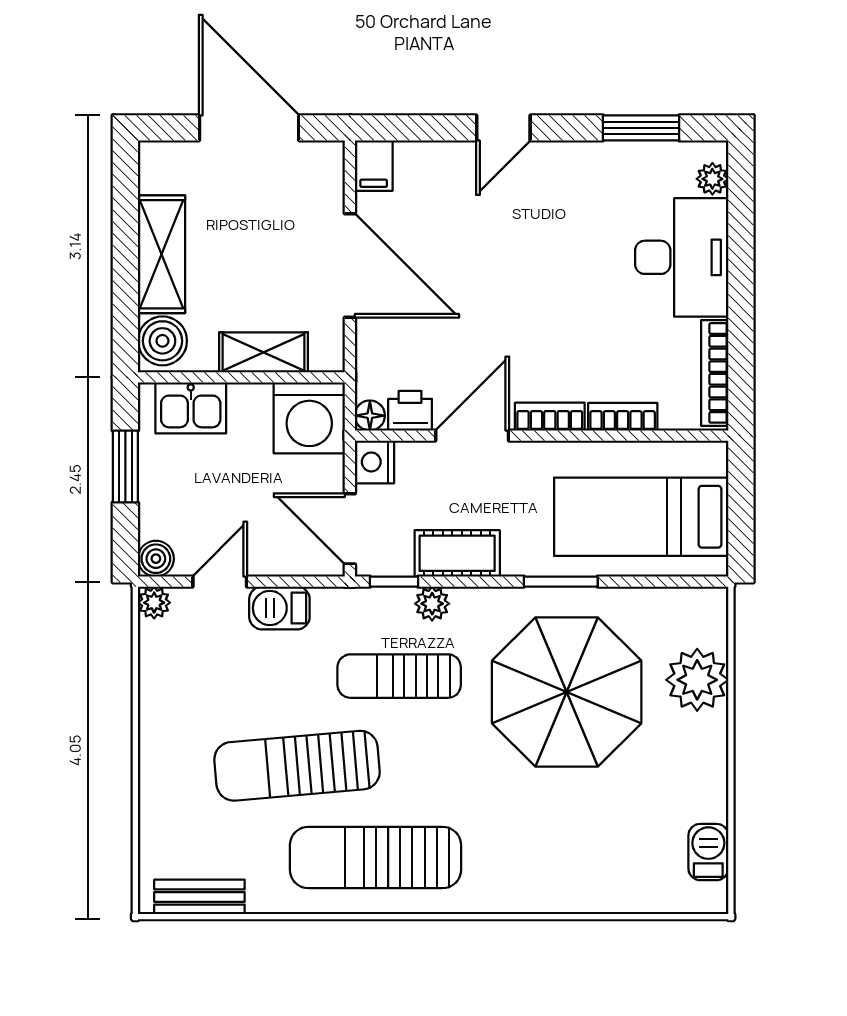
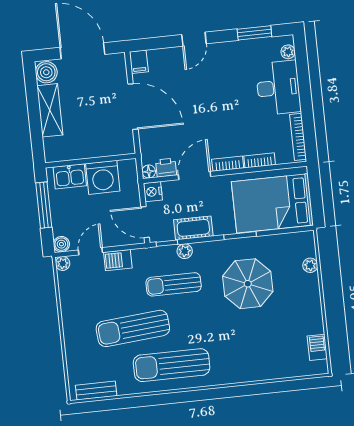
boiler: (162, 341) -> (46, 72), moved
shelving: (264, 352) -> (99, 149), removed
washing machine: (309, 418) -> (103, 177), moved
window: (125, 466) -> (44, 205), width x1.44
bed: (641, 517) -> (272, 203), width x1.50
plant: (697, 680) -> (310, 265), width x0.53, depth x0.53
parasol: (567, 692) -> (248, 284), width x0.73, depth x0.73

